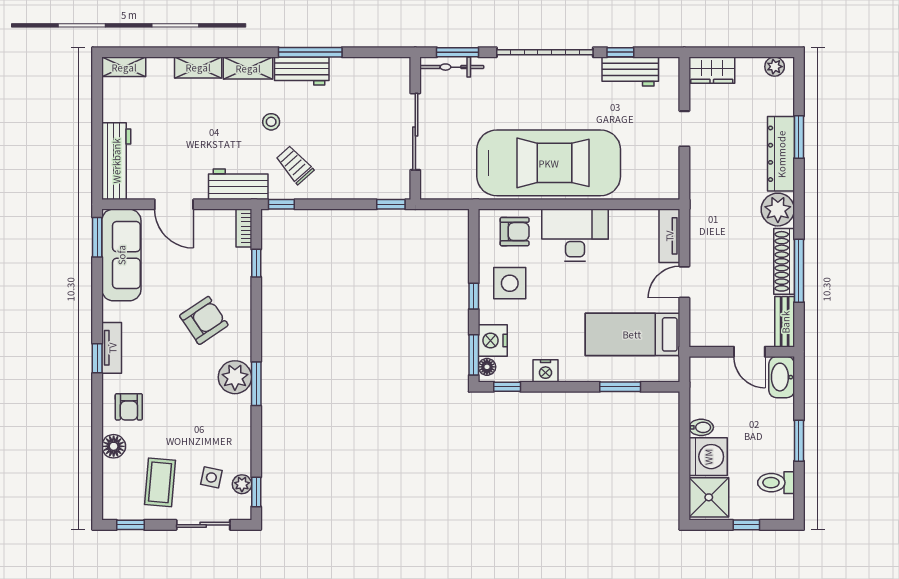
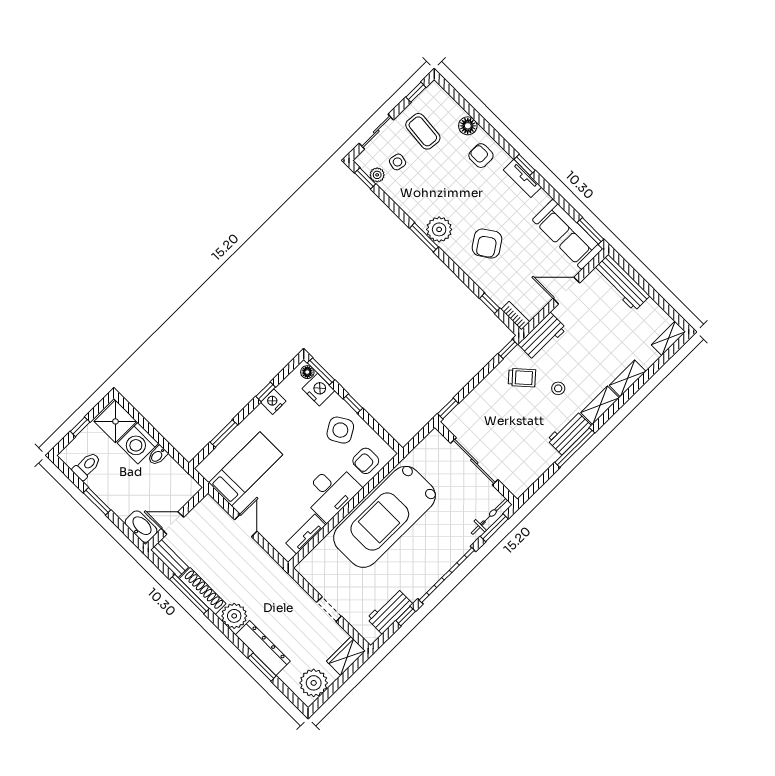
plant: (775, 67) -> (314, 683), width x1.88, depth x1.88
tv unit: (669, 236) -> (306, 534), moved, turned -90
side table: (510, 283) -> (340, 430), turned -31
window: (507, 387) -> (266, 392), moved

